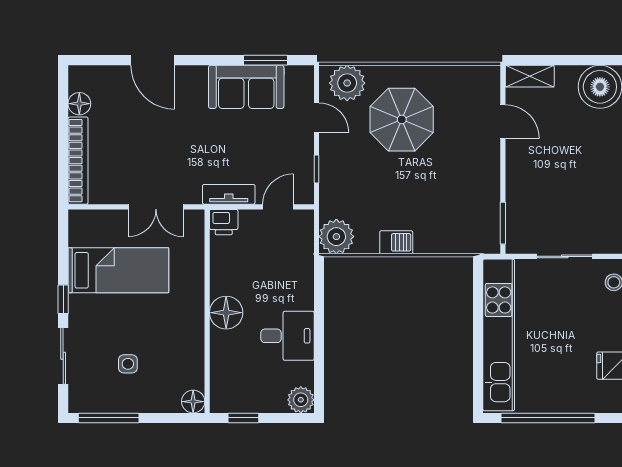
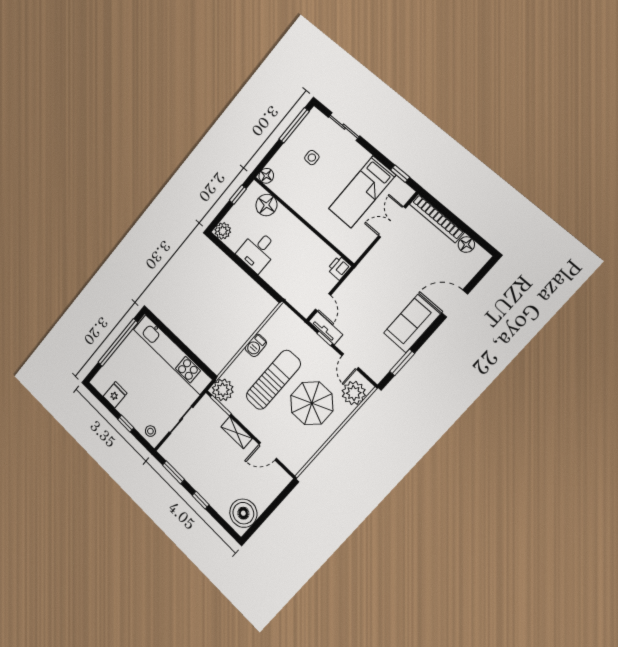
shelving: (530, 76) -> (237, 433), moved, turned 90
sofa: (246, 87) -> (412, 324), moved
door: (316, 118) -> (350, 362), hinge flipped
sun lounger: (416, 187) -> (273, 380), added
tv unit: (229, 194) -> (326, 328), moved, turned -90
double door: (156, 207) -> (392, 222), moved
plant: (336, 237) -> (223, 390), moved
window: (63, 299) -> (400, 174), moved
floor lamp: (226, 313) -> (266, 205), moved

